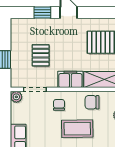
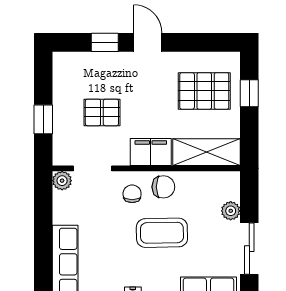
pallet: (41, 55) -> (102, 112), turned 90
chair: (92, 102) -> (163, 187), moved, turned 180

